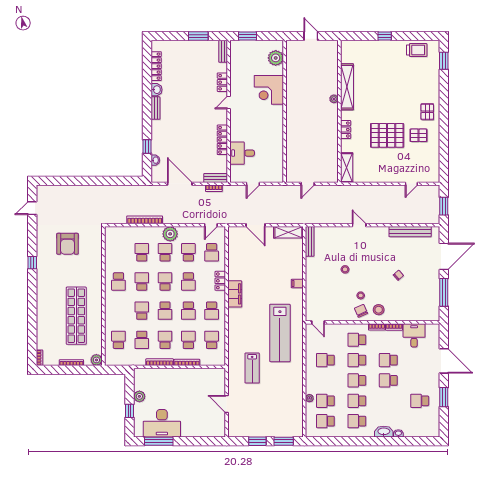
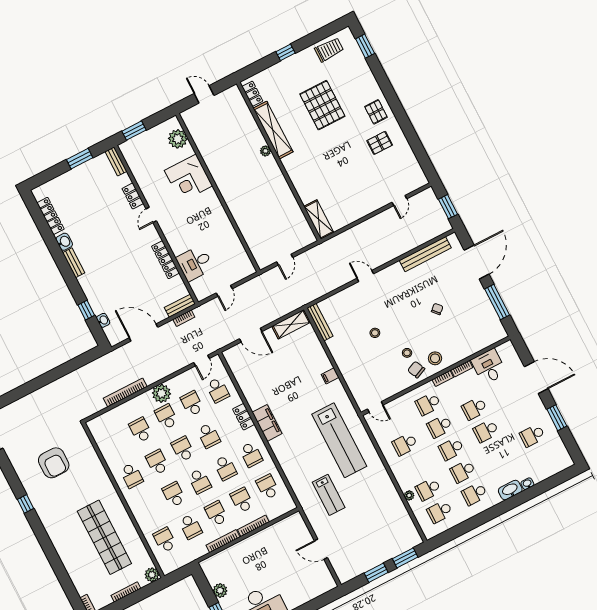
locker: (346, 130) -> (252, 94), moved
pallet: (387, 135) -> (322, 105), moved, turned 90

